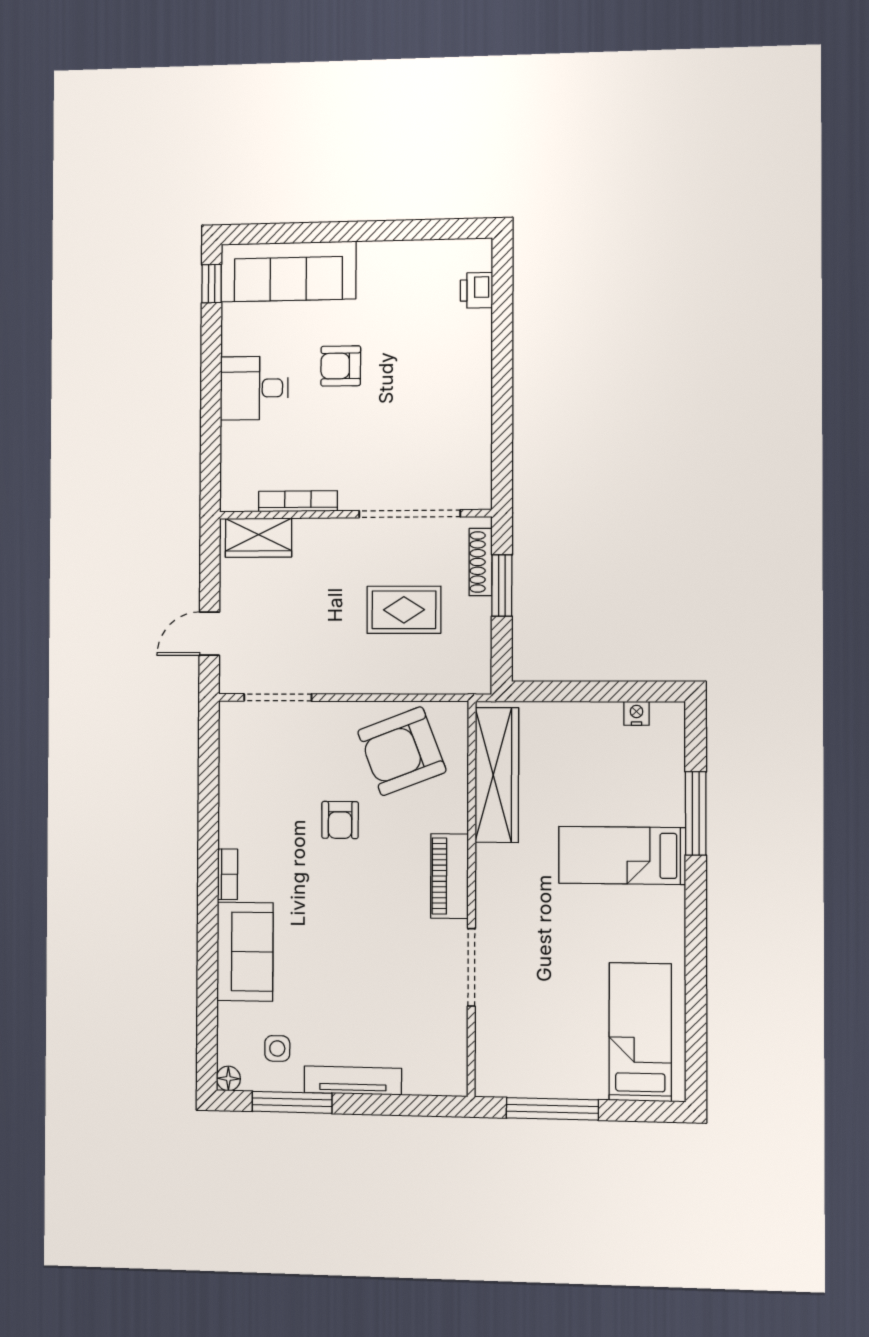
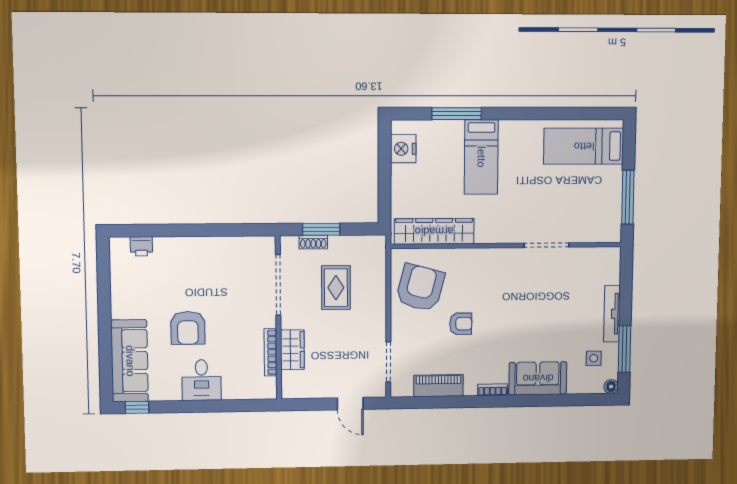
armchair: (341, 366) -> (188, 328), width x1.38, depth x1.38
wardrobe: (259, 538) -> (292, 350), moved
shoe rack: (481, 562) -> (313, 242), width x0.70
nightstand: (636, 713) -> (403, 149), width x1.89, depth x1.79
armchair: (402, 751) -> (420, 288), turned -144
piano: (450, 876) -> (438, 386), moved, turned 180

